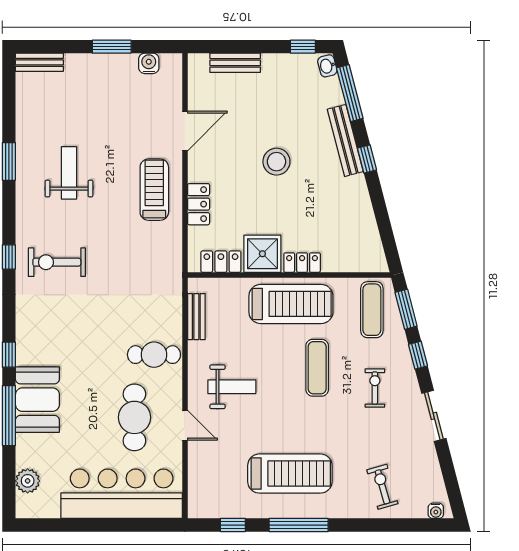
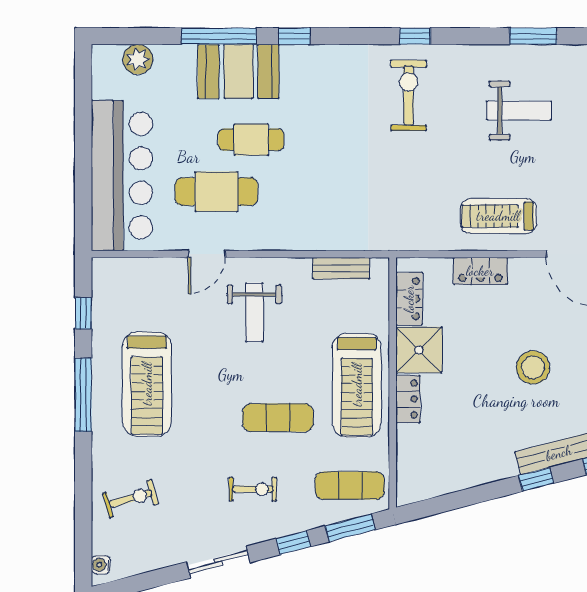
treadmill: (154, 190) -> (498, 216), turned 180
cafe table: (154, 355) -> (251, 140), moved, turned 90

